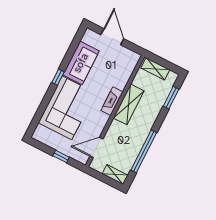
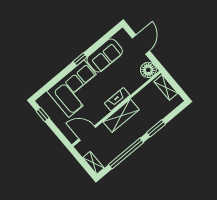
floor lamp: (130, 59) -> (148, 70), added
window: (171, 98) -> (156, 128), moved
shelving: (129, 104) -> (121, 116), moved
window: (61, 156) -> (43, 115), moved

